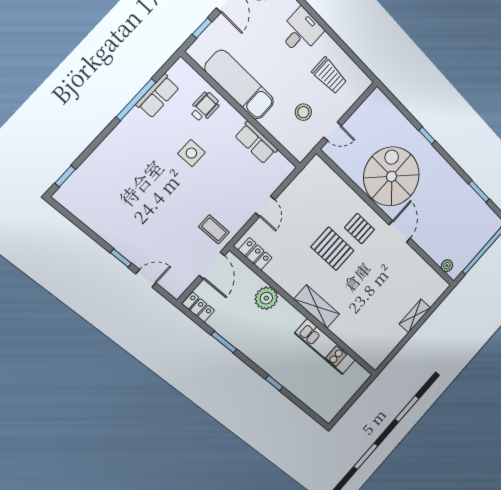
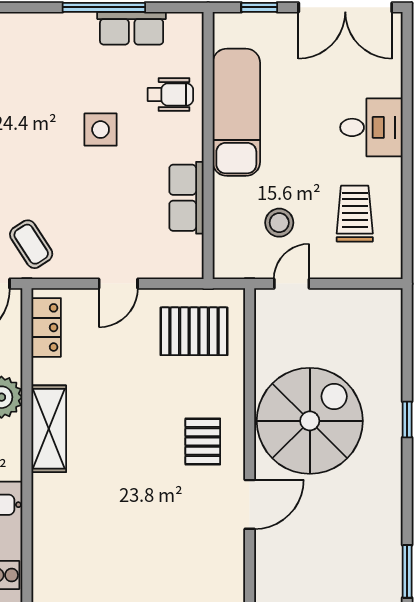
trolley: (329, 76) -> (355, 214), turned 180
door: (333, 131) -> (292, 284), swing flipped
coffee table: (214, 229) -> (31, 244), turned -33
pallet: (332, 249) -> (194, 331), moved, turned 90
shelving: (317, 307) -> (49, 429), moved

